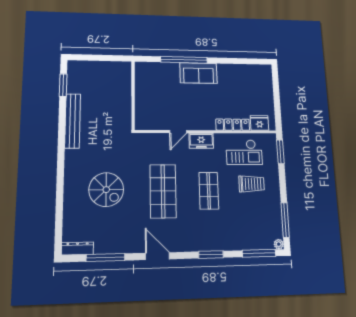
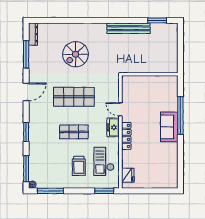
locker: (233, 125) -> (126, 136), moved

